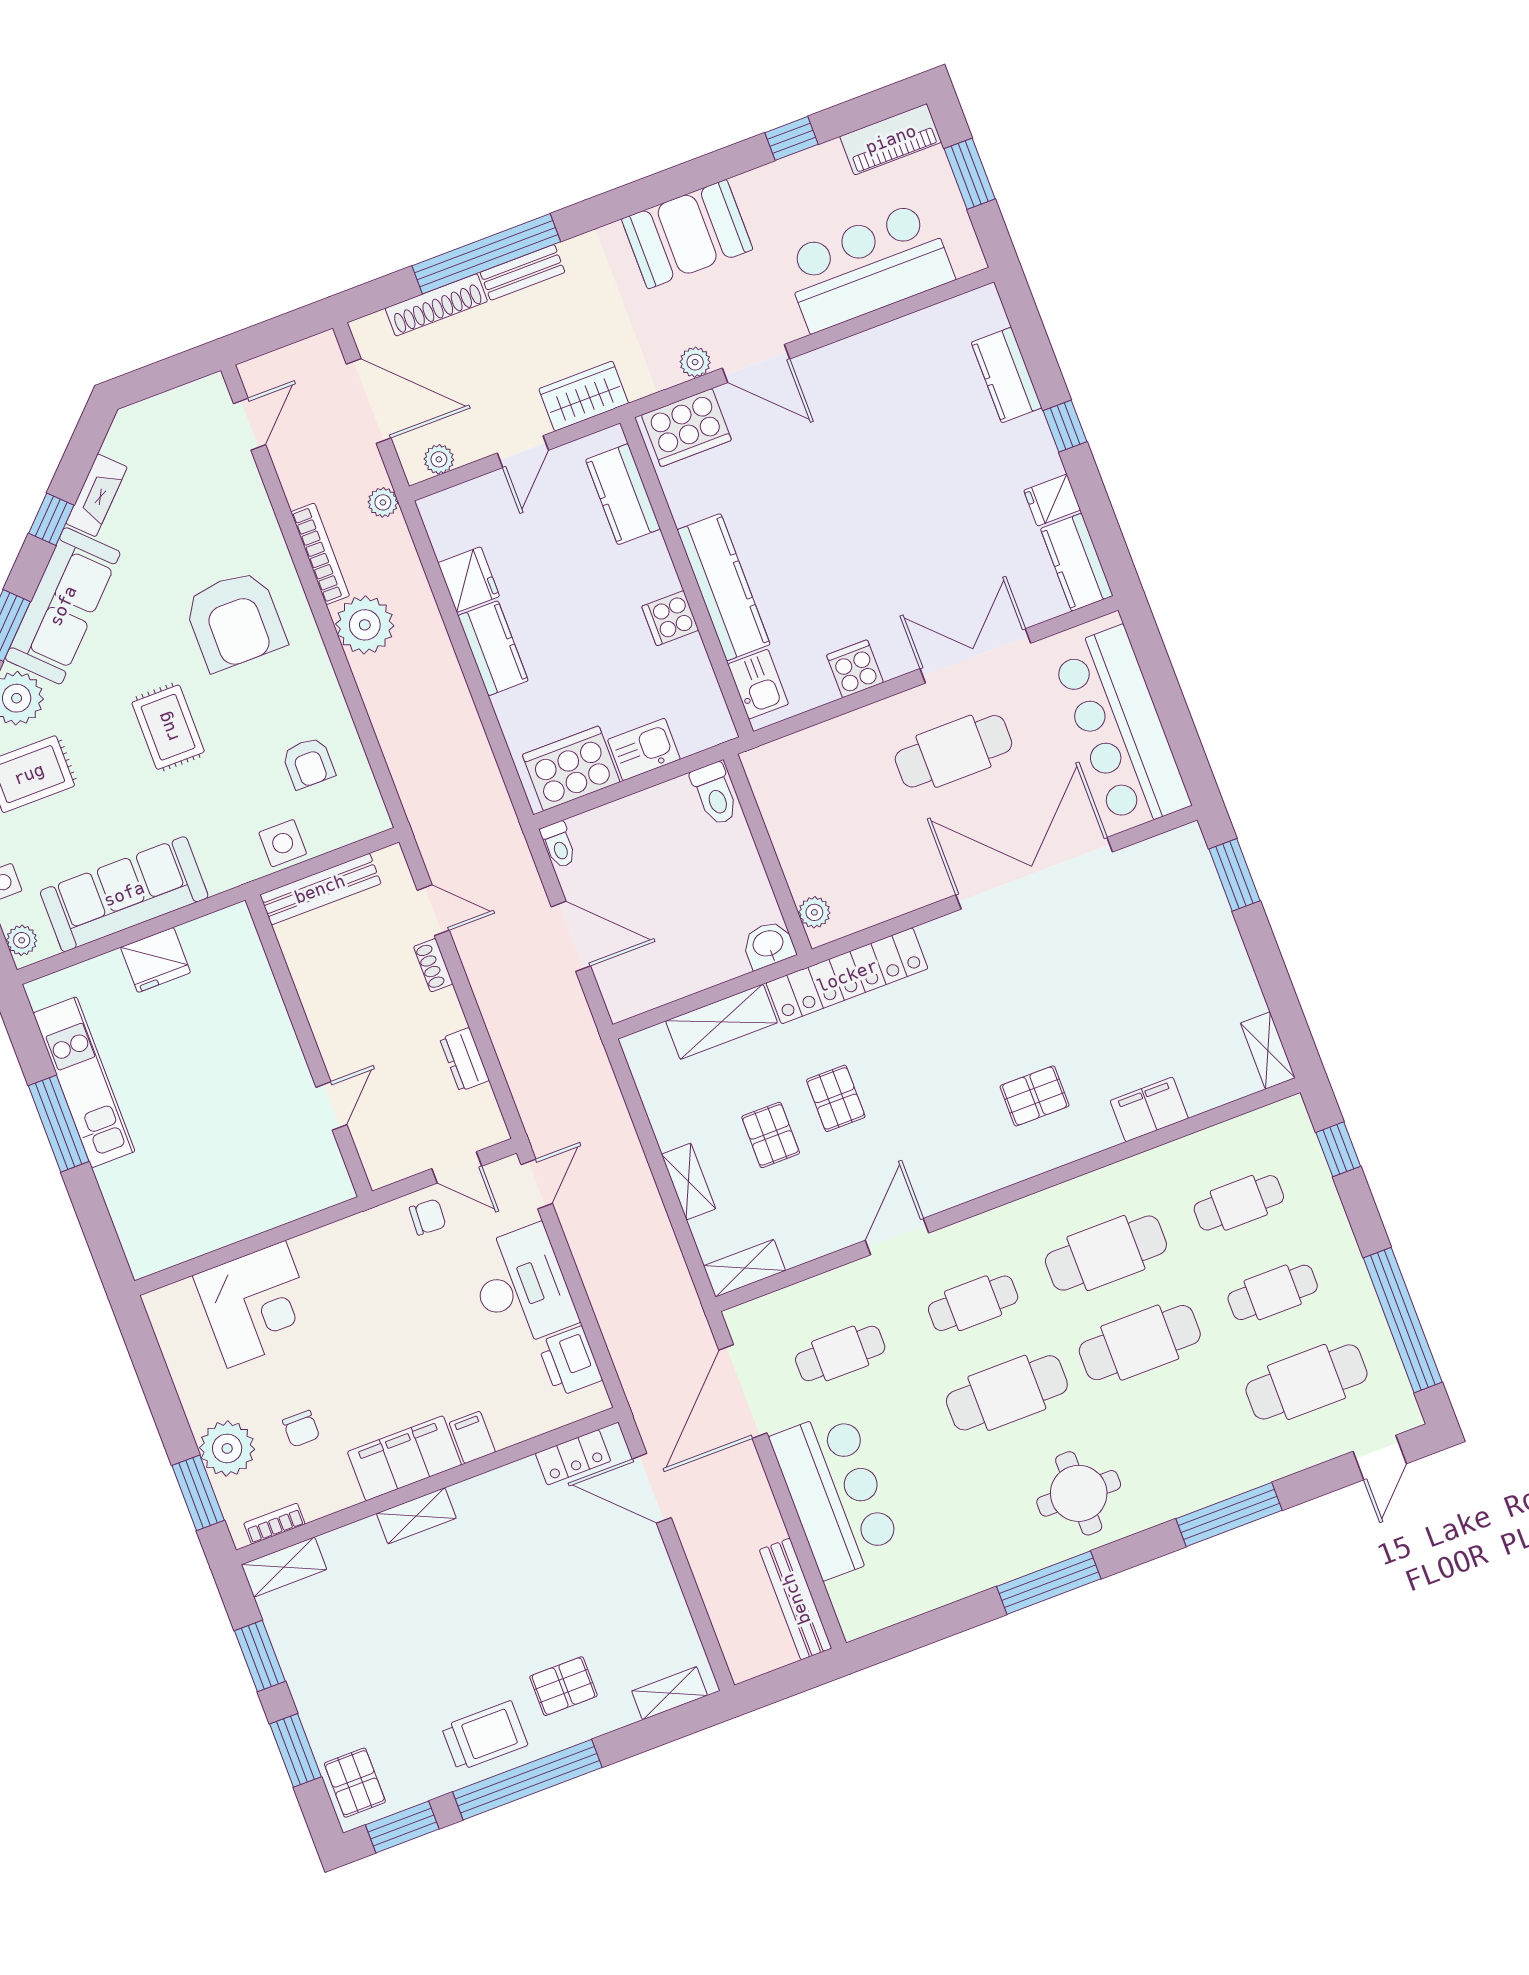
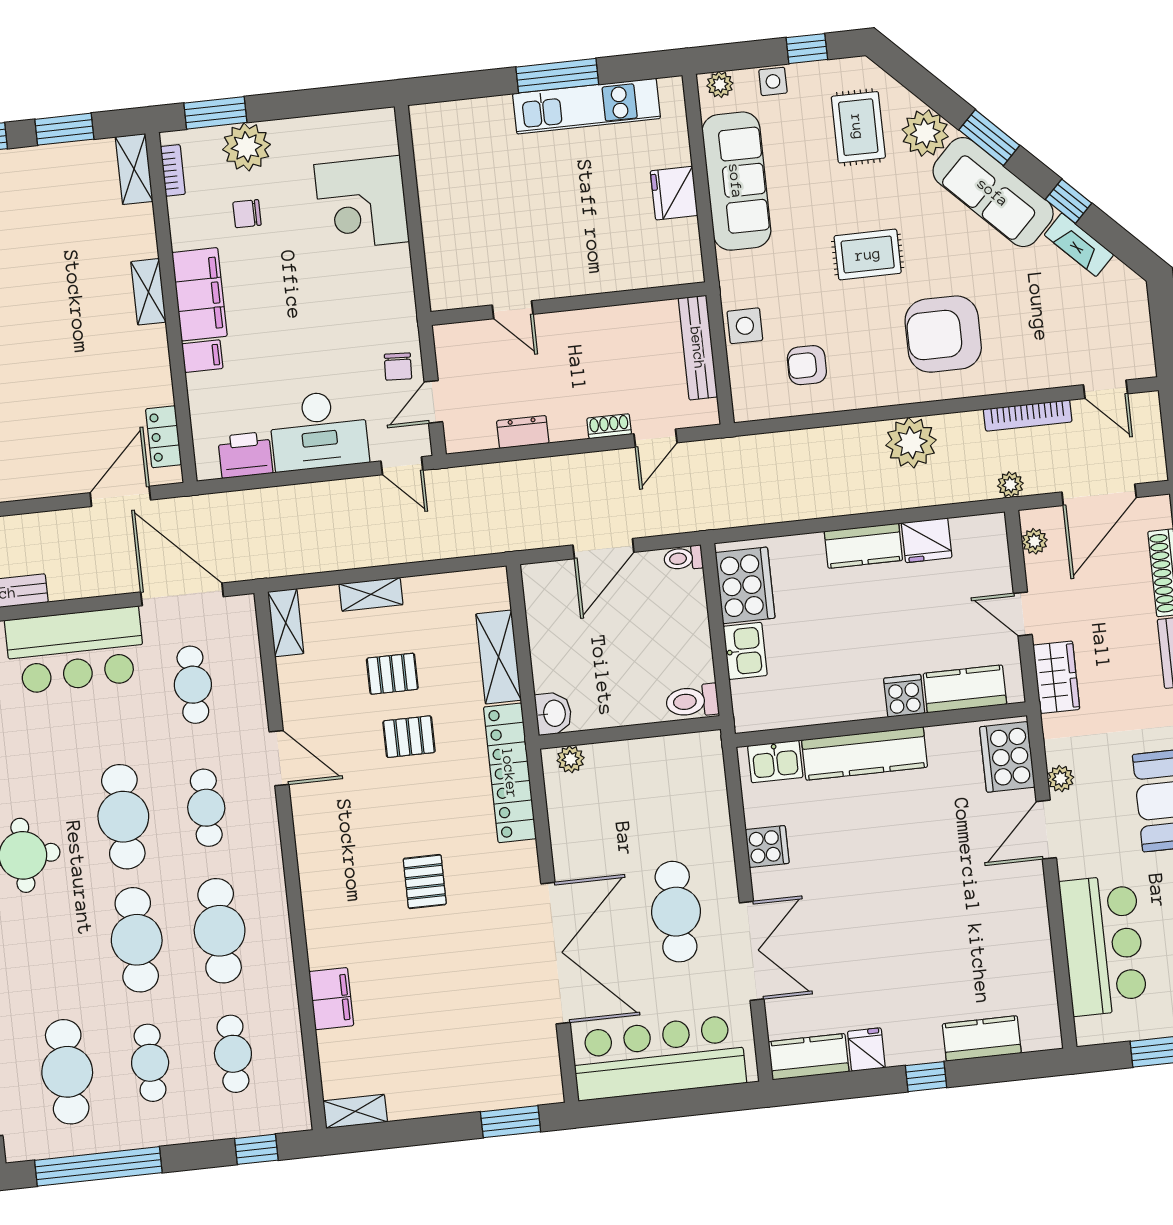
bookcase: (320, 554) -> (1028, 415), moved
cooker: (670, 618) -> (904, 696), moved
pallet: (1035, 1096) -> (425, 882), moved

